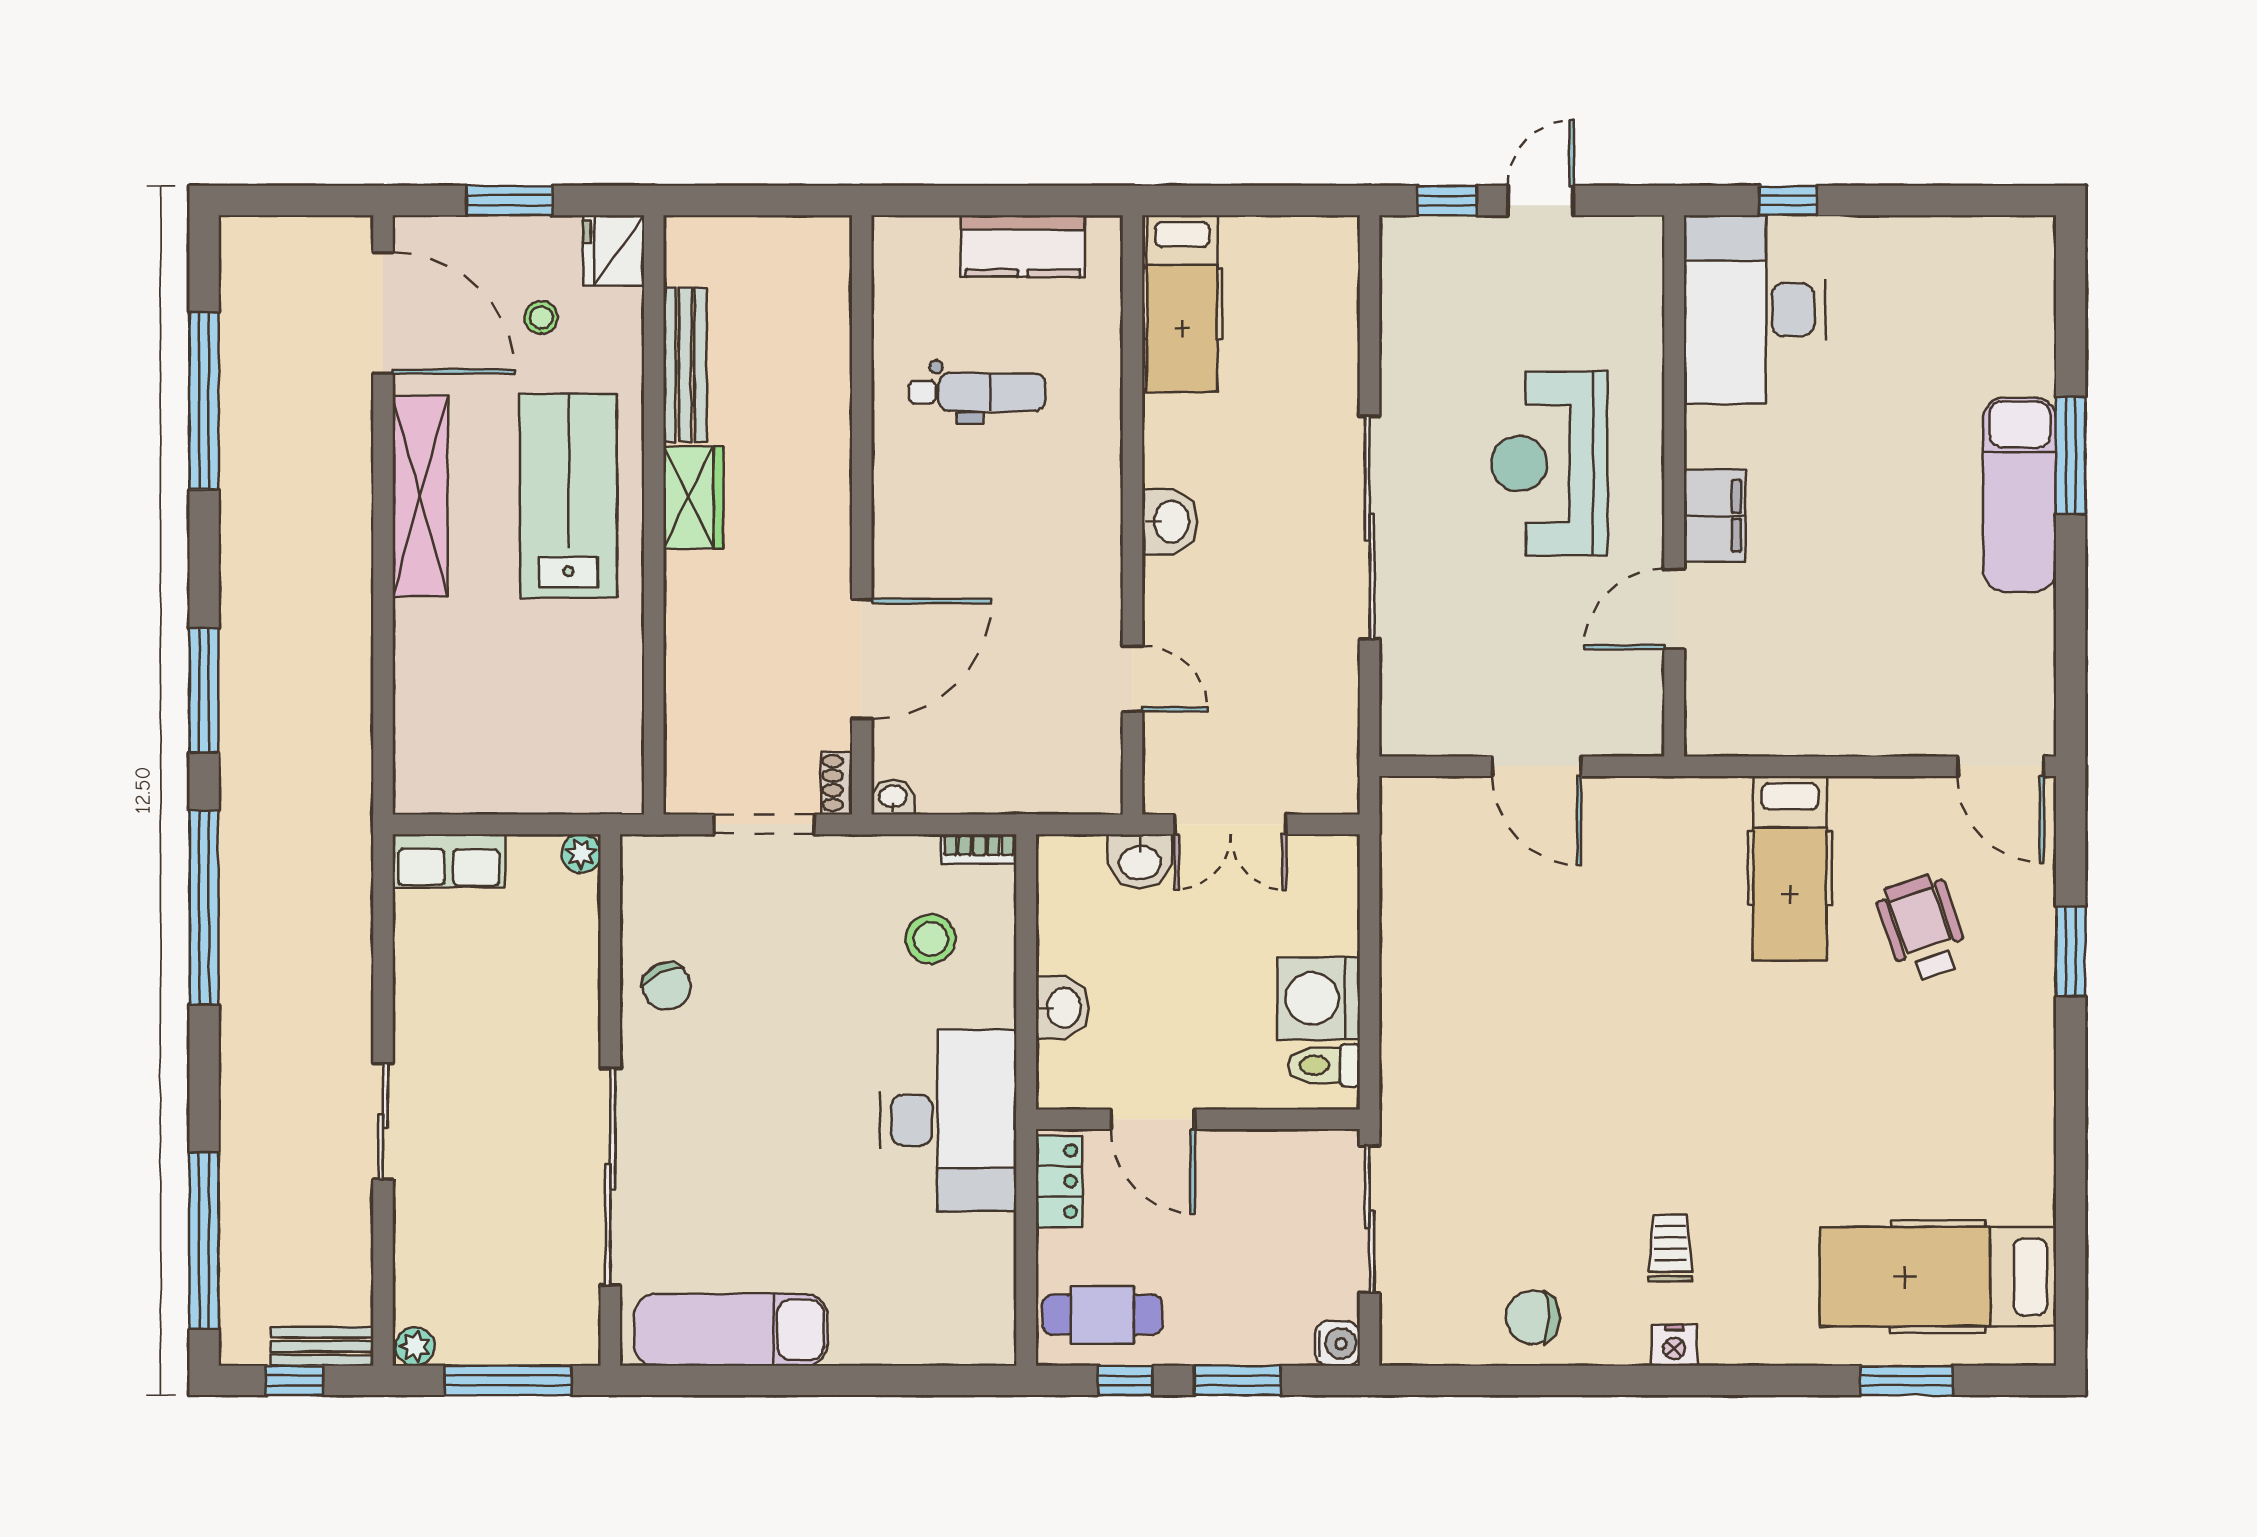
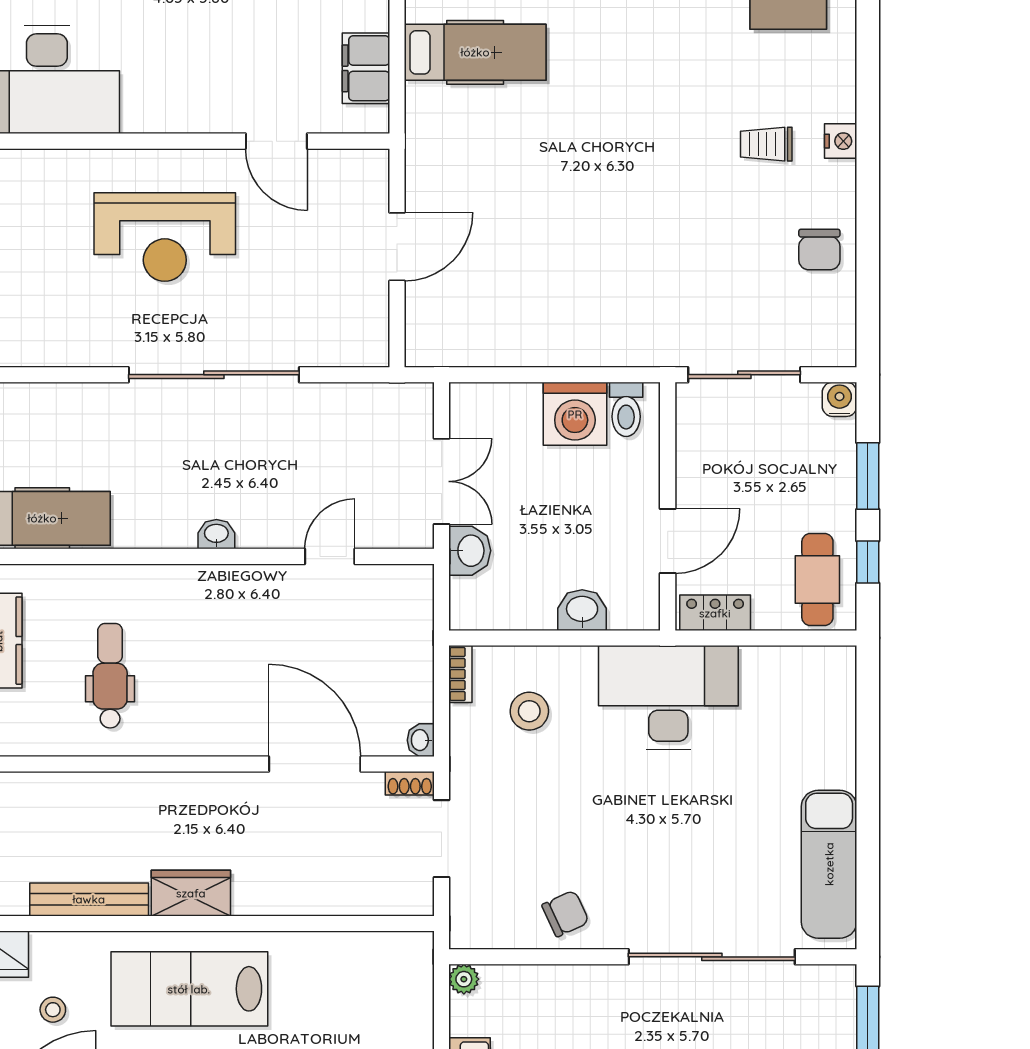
filing cabinet: (1715, 516) -> (366, 68), moved, turned -90
washbasin: (1170, 522) -> (216, 534), width x0.72, depth x0.69

